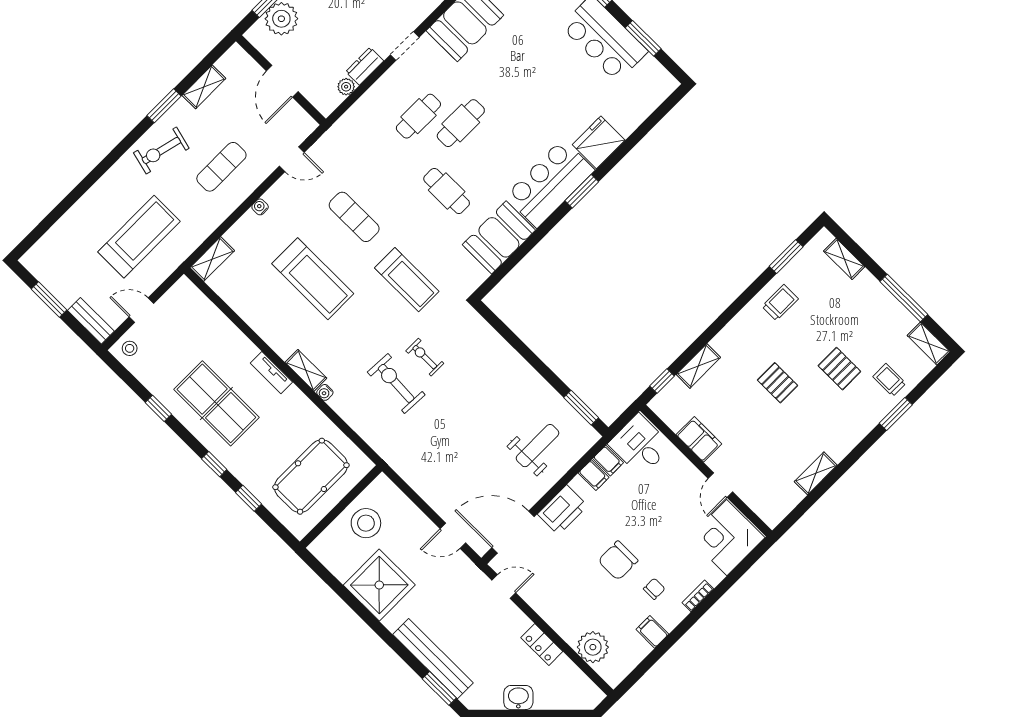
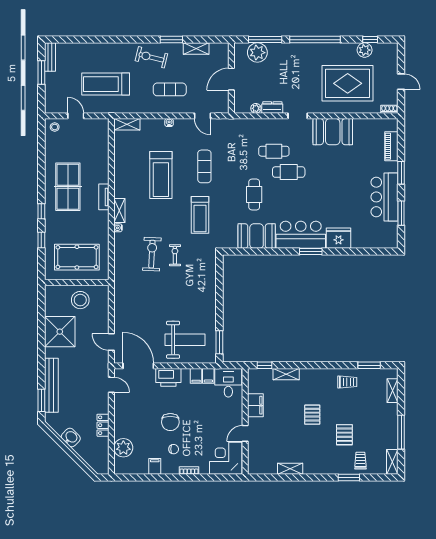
treadmill: (139, 237) -> (106, 84), turned 180
bench: (91, 321) -> (50, 57), moved
window: (158, 408) -> (41, 164), removed
weight bench: (538, 446) -> (185, 340), width x1.36, depth x1.33
chair: (618, 561) -> (170, 422), turned -90

